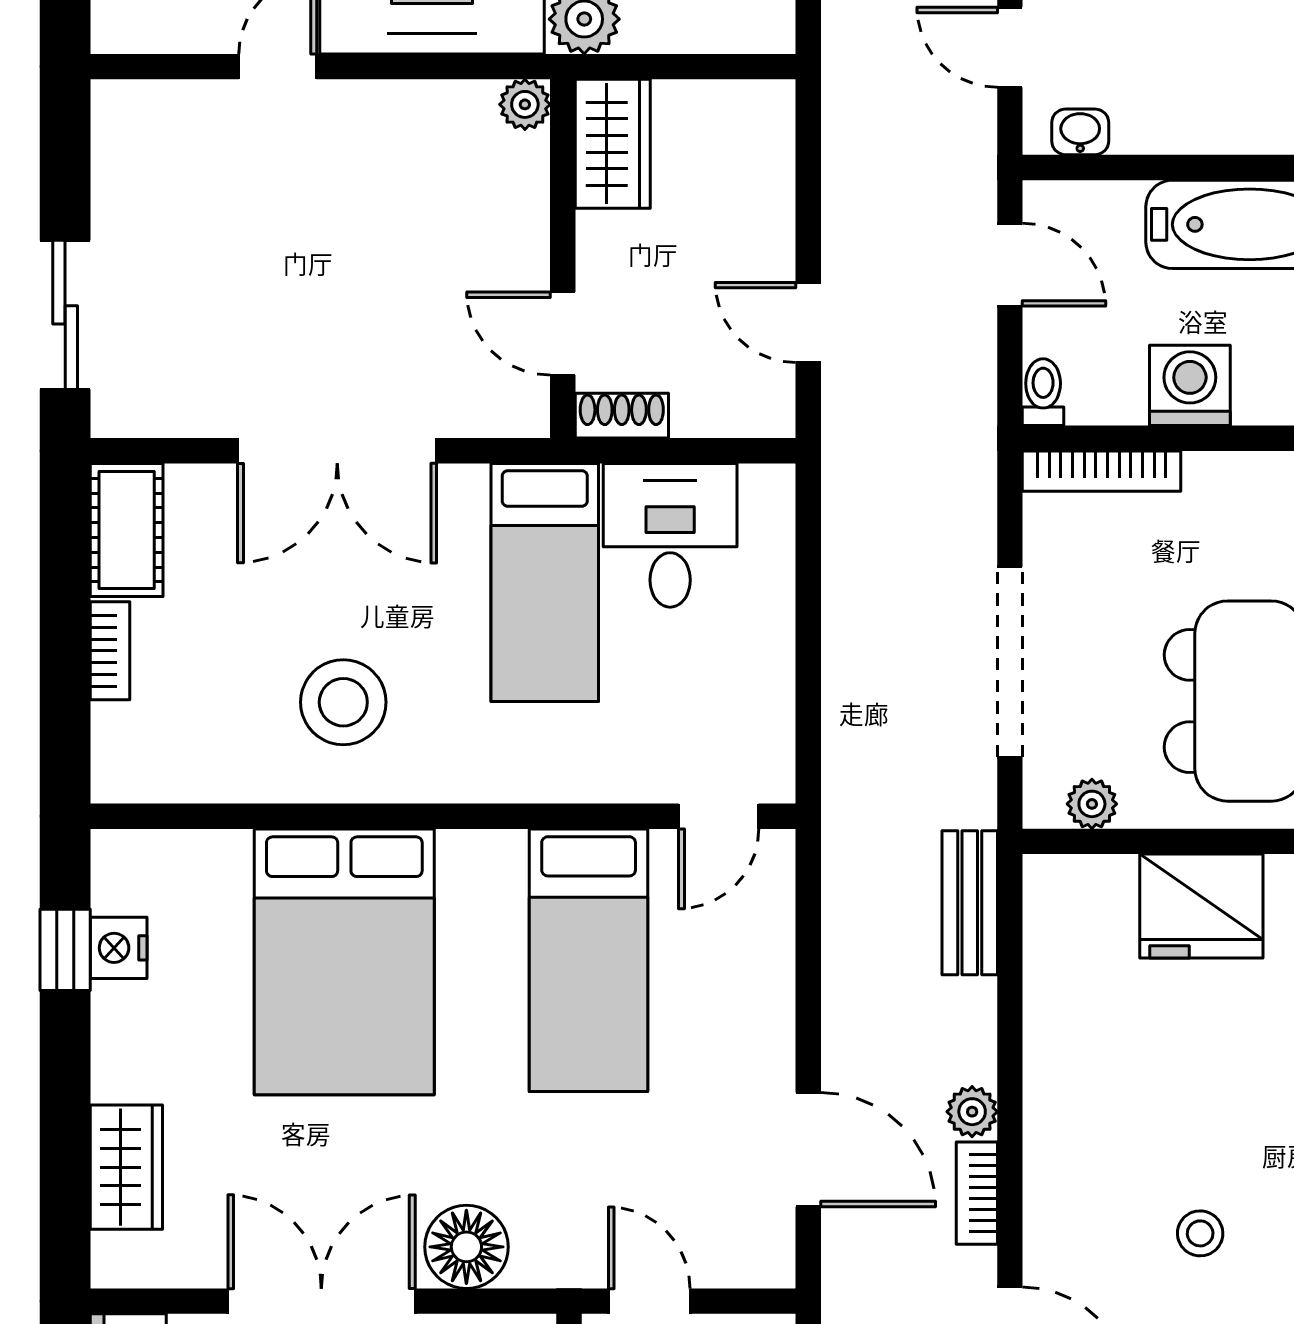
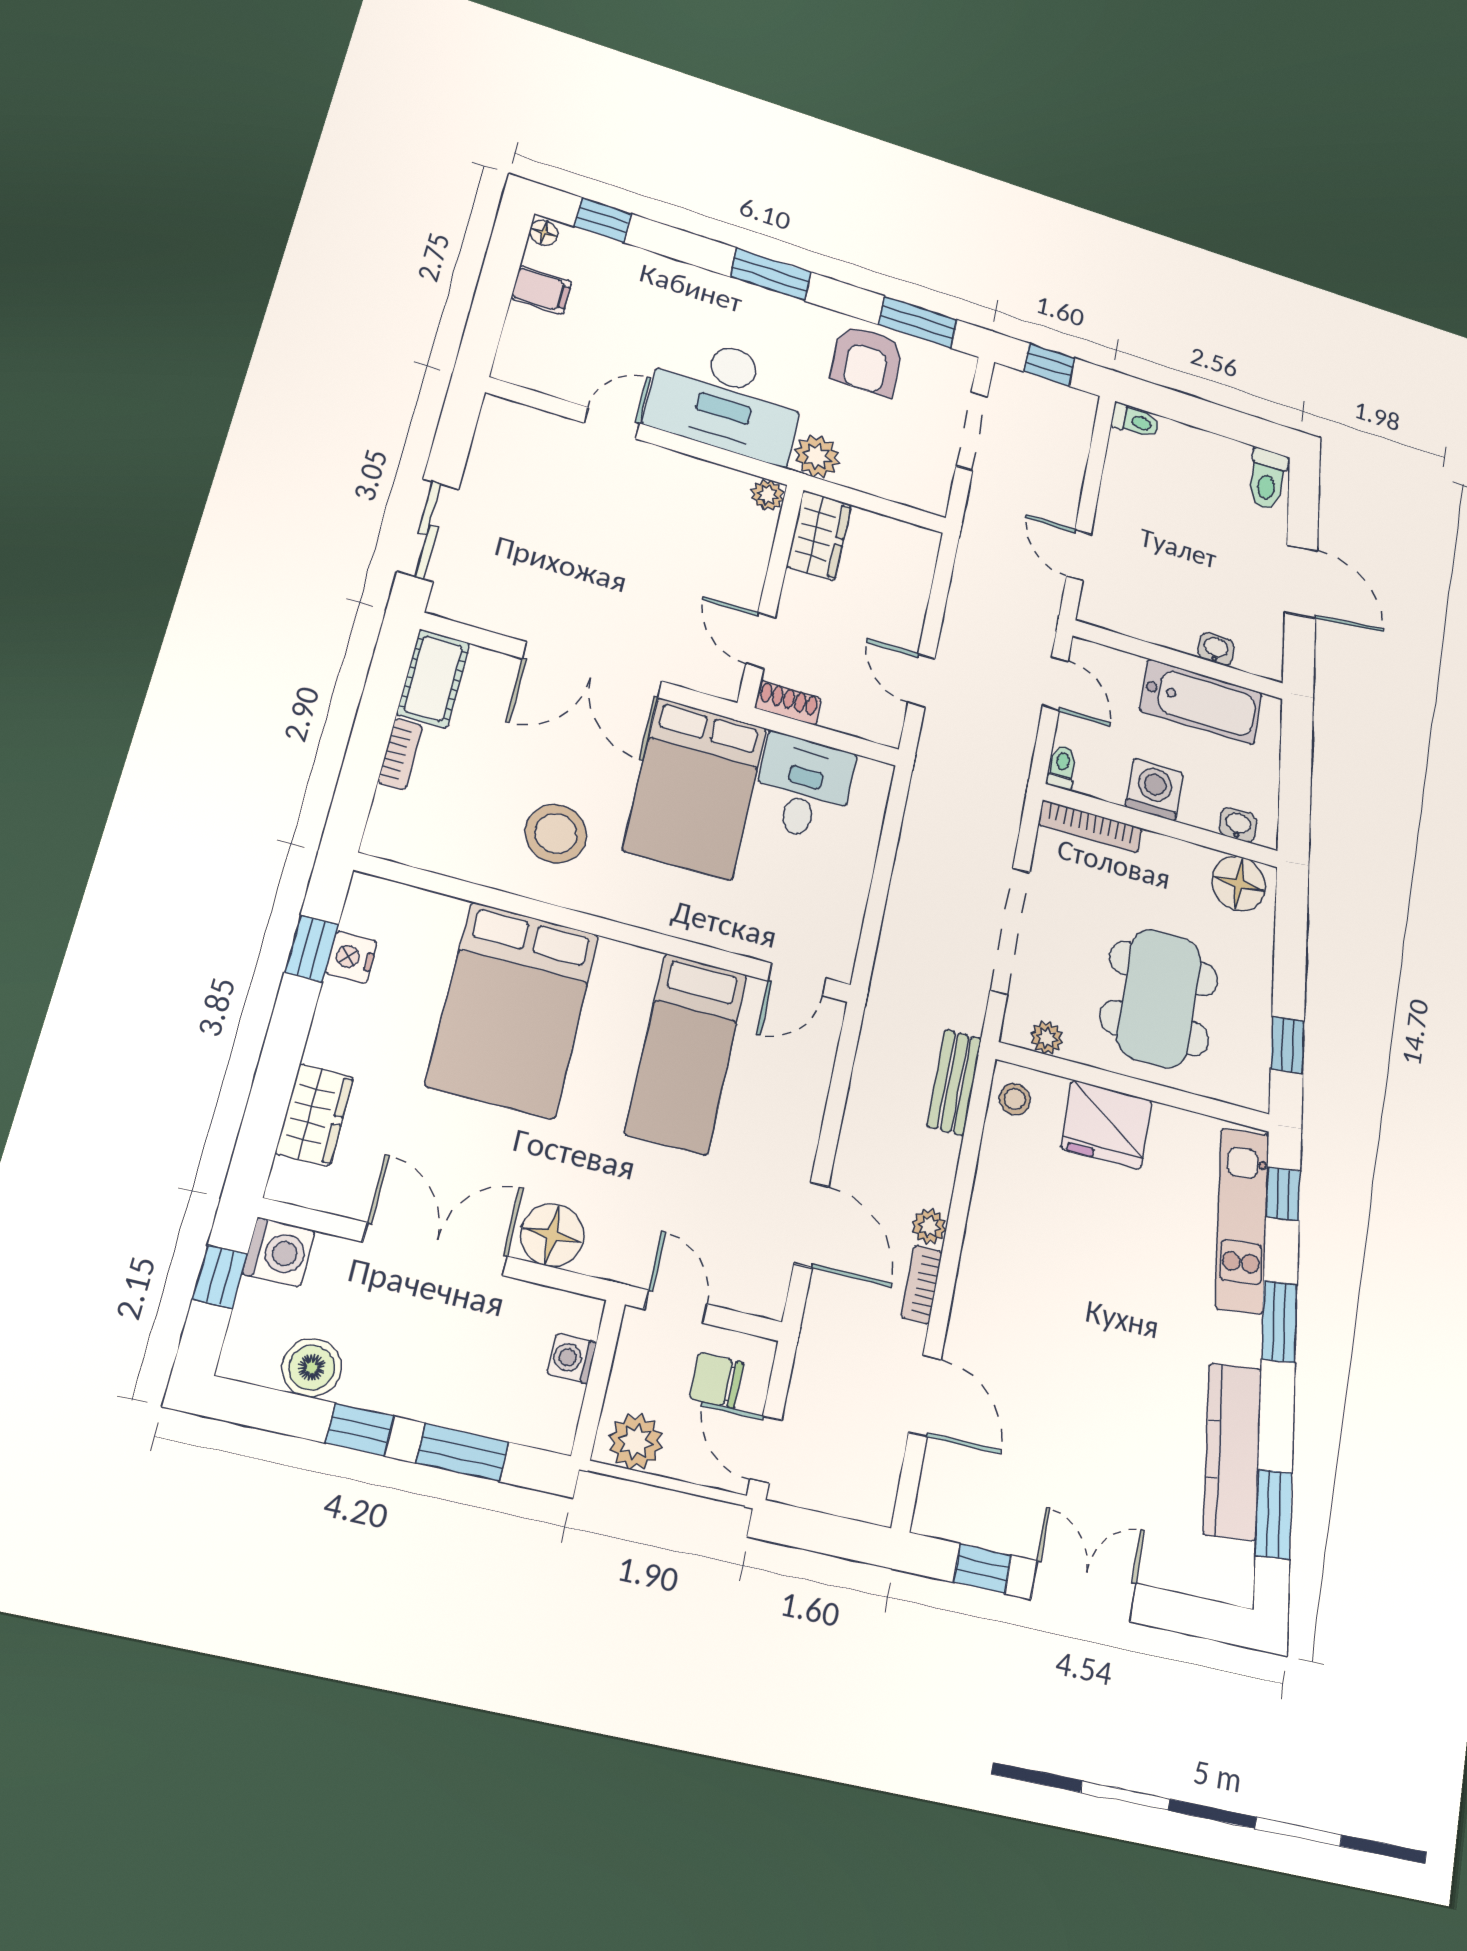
washbasin: (1080, 132) -> (1216, 649), moved
bed: (545, 583) -> (695, 789), width x1.50
stool: (1200, 1233) -> (1015, 1099), moved

